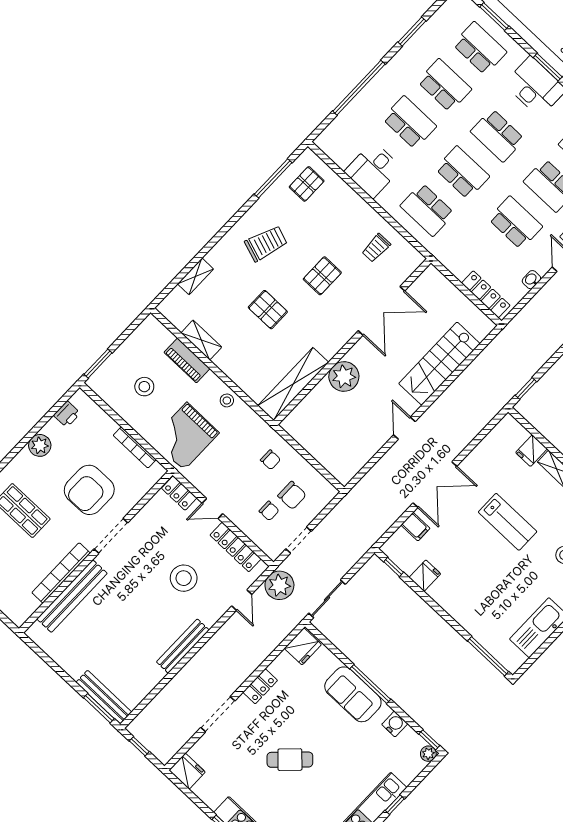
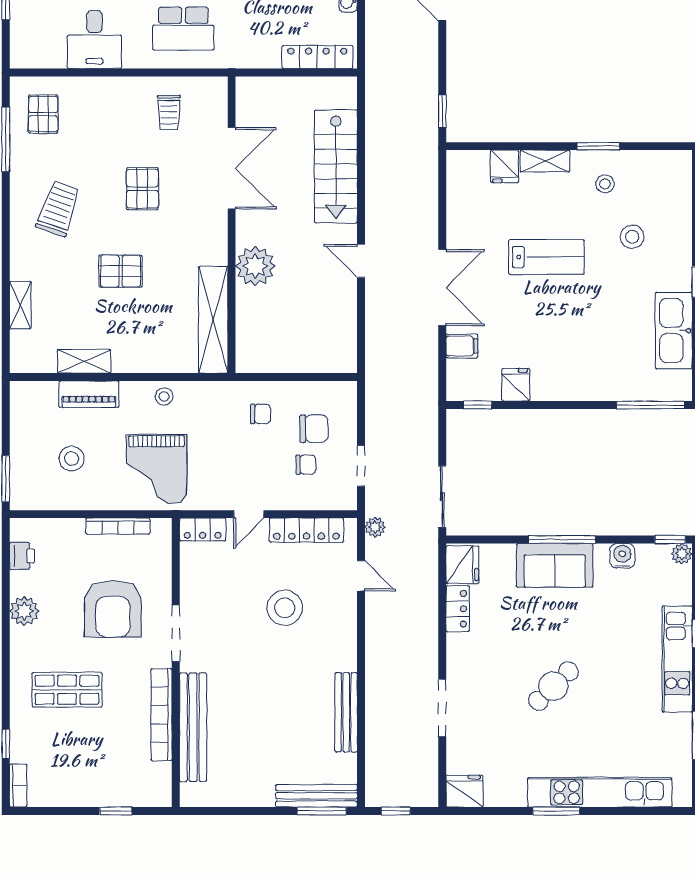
plant: (279, 585) -> (375, 527), width x0.53, depth x0.53
bench: (183, 646) -> (346, 712), moved
locker: (260, 686) -> (458, 609), moved

